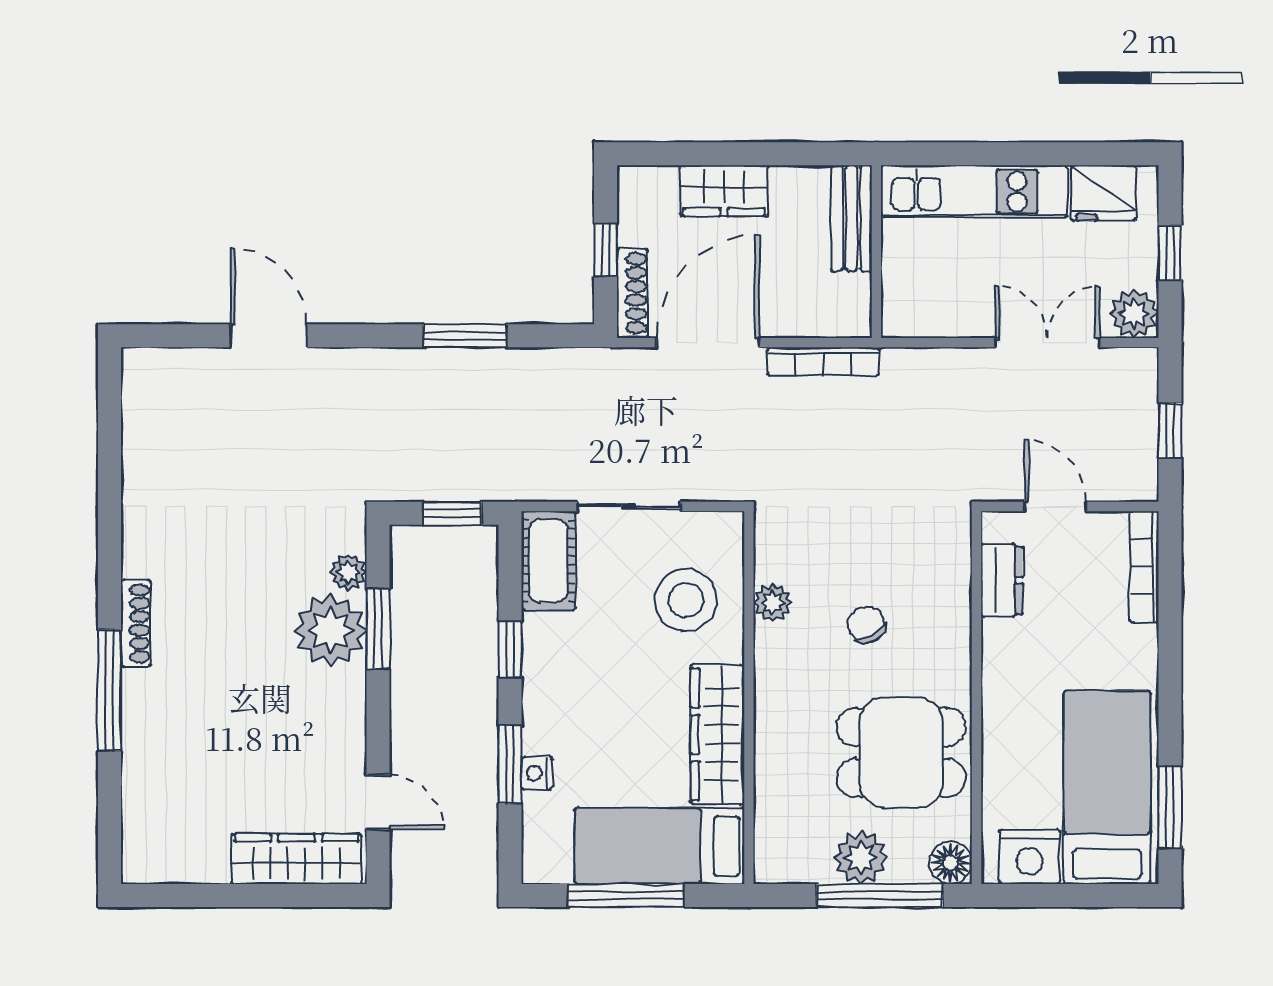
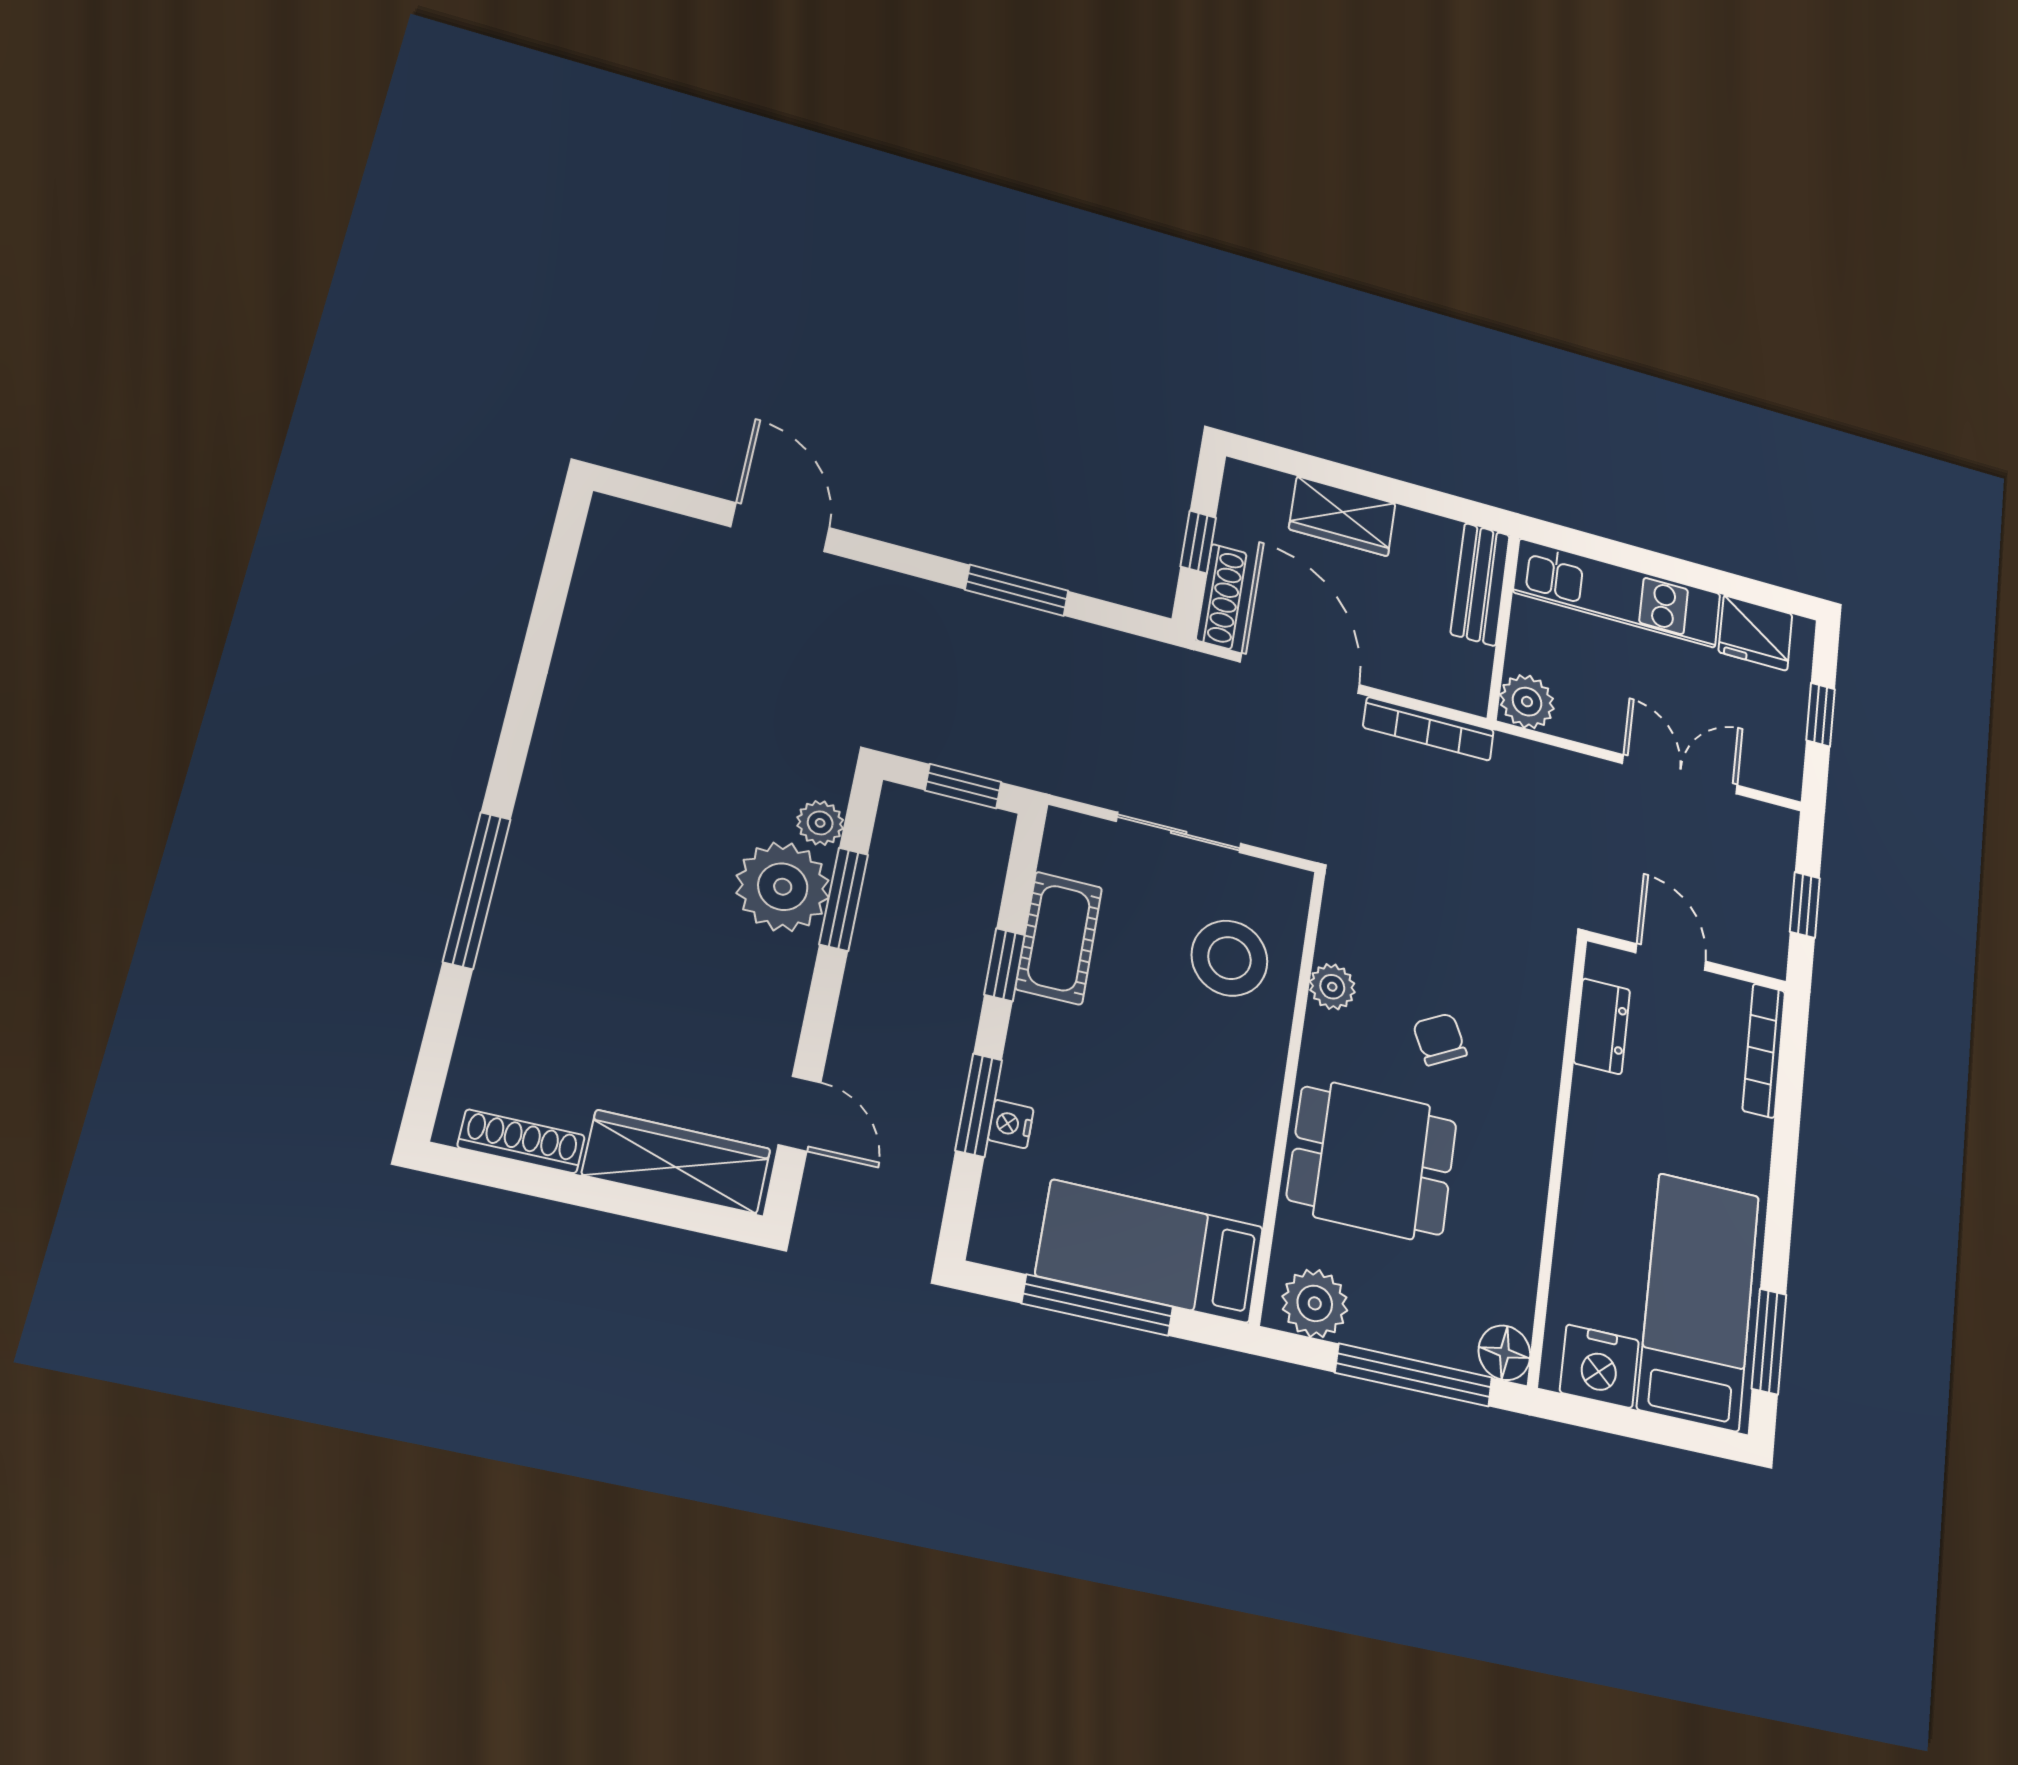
plant: (1134, 314) -> (1527, 702), moved
door: (708, 343) -> (1300, 673), hinge flipped
cot: (548, 561) -> (1059, 938), moved
shoe rack: (136, 623) -> (521, 1141), moved, turned -90
wardrobe: (717, 734) -> (1243, 1128), removed
dining table: (901, 753) -> (1372, 1160), moved
plant: (861, 858) -> (1315, 1303), moved

